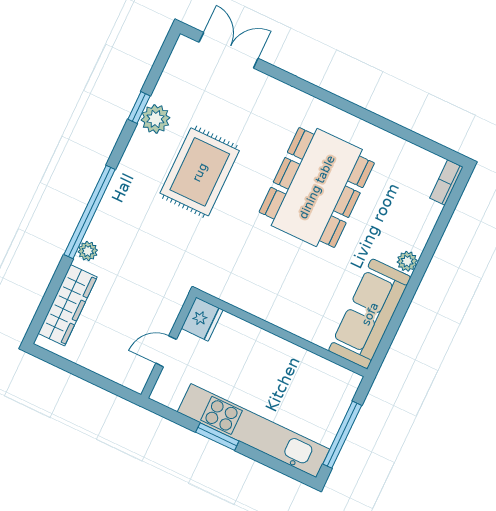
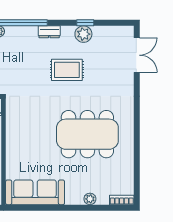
dresser: (126, 171) -> (49, 32), added
rug: (200, 172) -> (67, 70), width x0.73, depth x0.70
plant: (407, 261) -> (90, 199), moved

